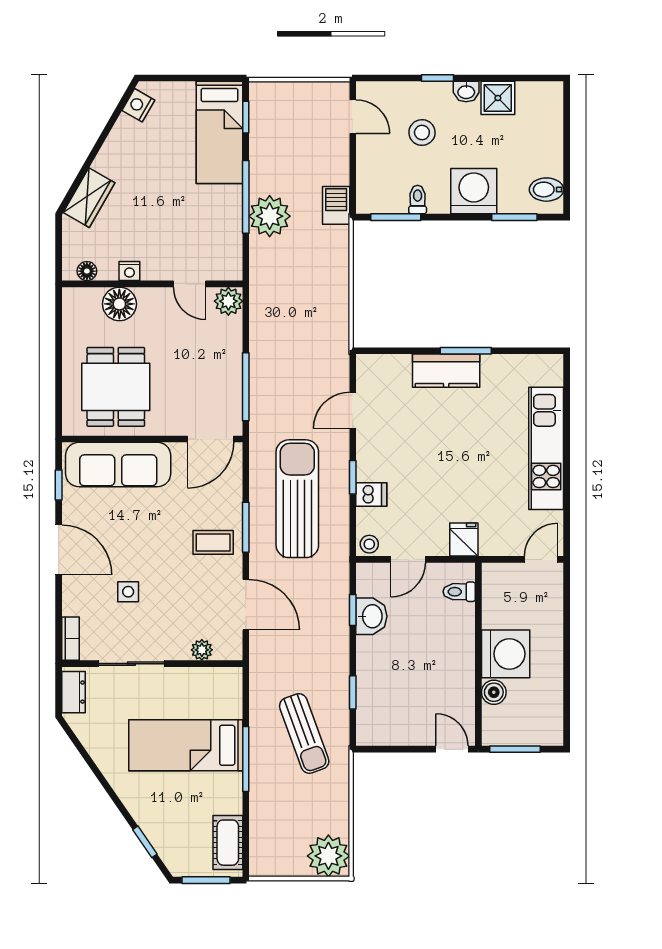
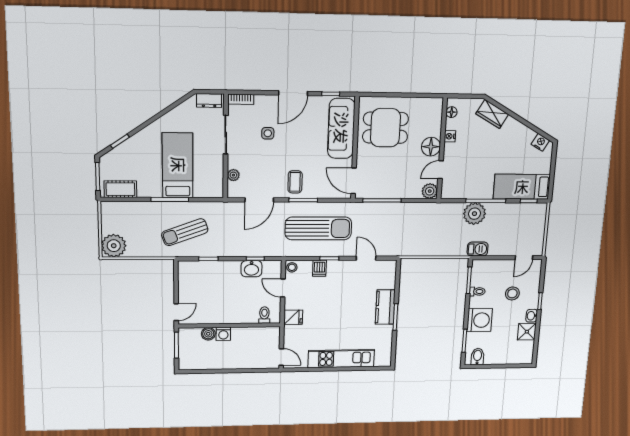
floor lamp: (119, 304) -> (431, 147), moved
washing machine: (506, 654) -> (223, 334), width x0.53, depth x0.53

